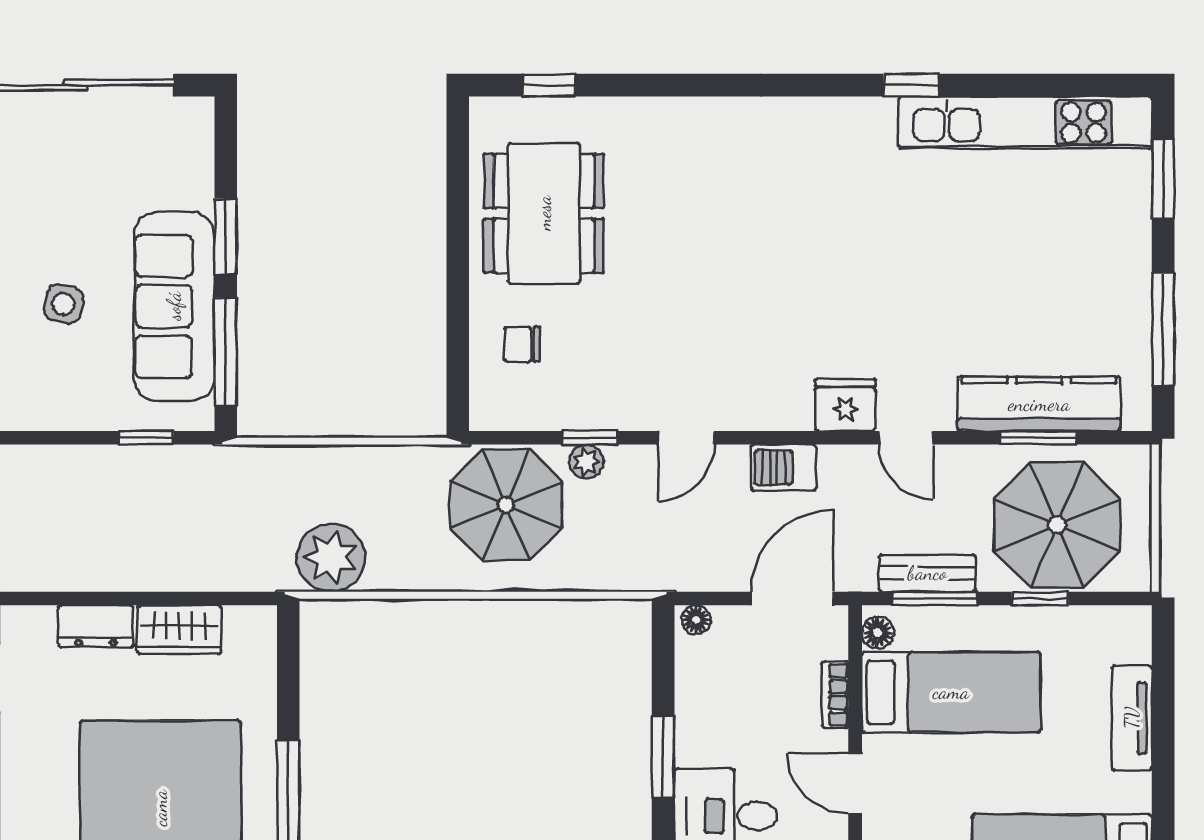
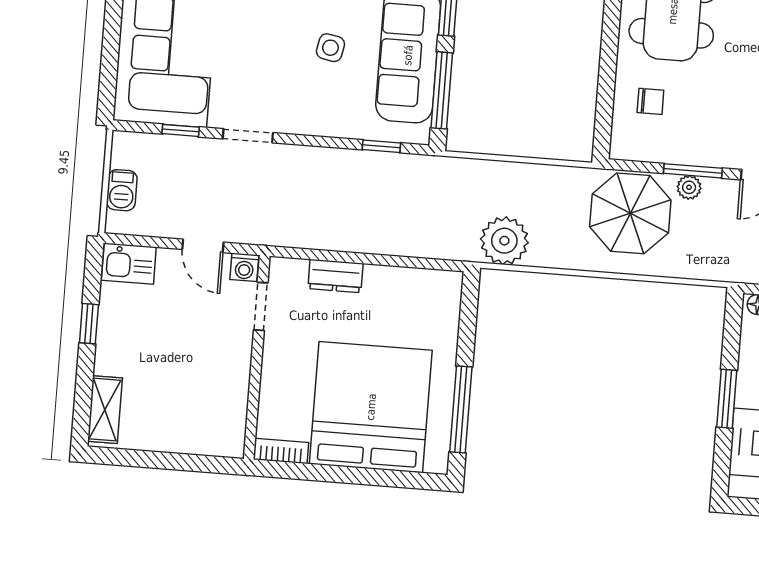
chair: (522, 344) -> (650, 101), turned 180
window: (590, 438) -> (693, 171), width x1.50
wardrobe: (179, 630) -> (394, 283), removed

